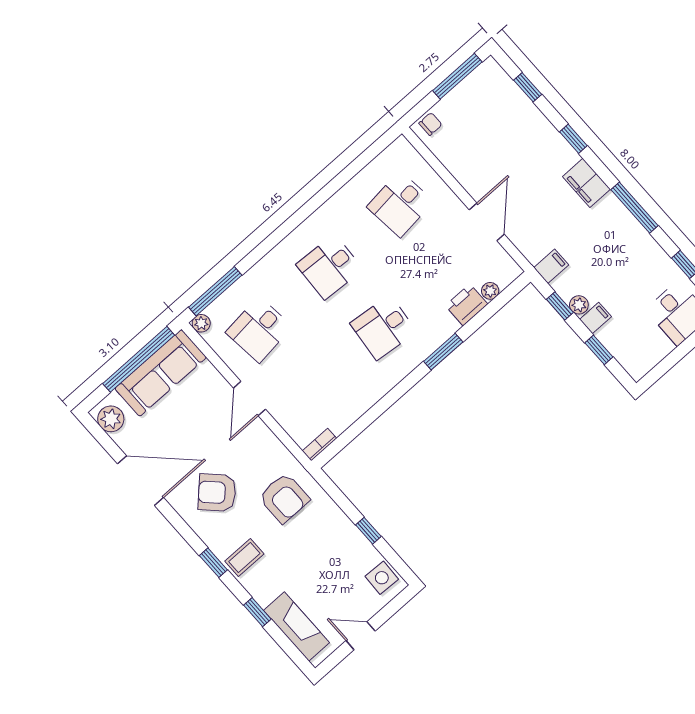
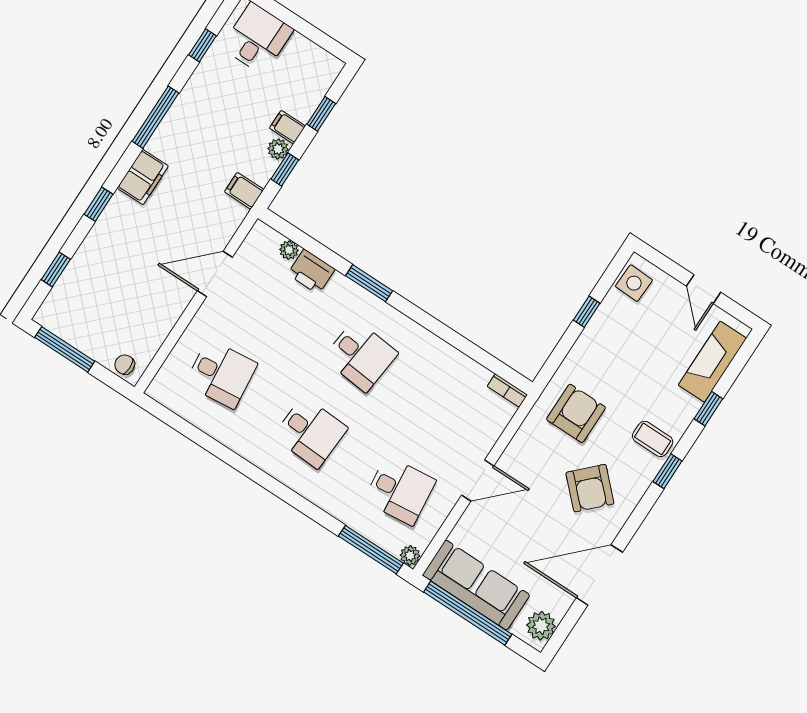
door: (141, 481) -> (599, 575), hinge flipped

